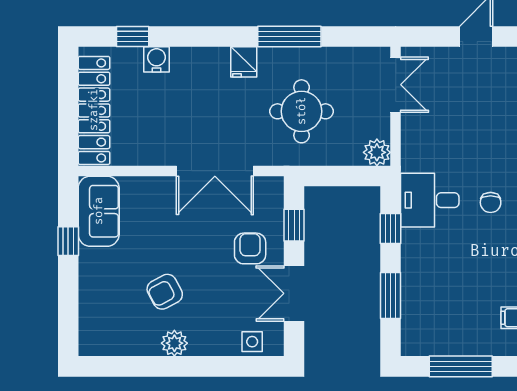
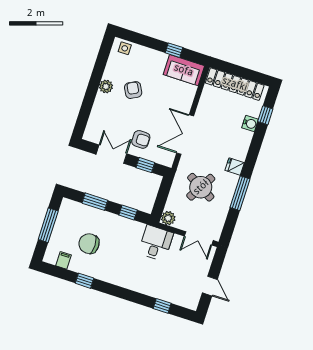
round table: (302, 111) -> (201, 187), turned 30
desk: (430, 200) -> (156, 243), moved
chair: (491, 202) -> (89, 244), moved, width x1.87, depth x1.87
side table: (252, 342) -> (125, 48), moved

